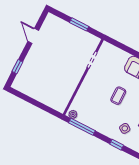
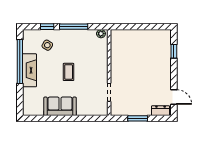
dresser: (56, 21) -> (161, 111), added
door: (33, 36) -> (174, 97), moved
window: (82, 127) -> (74, 27), moved

